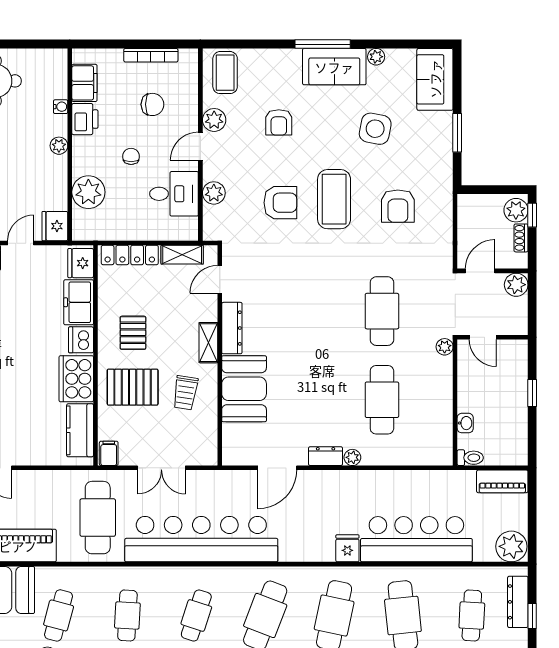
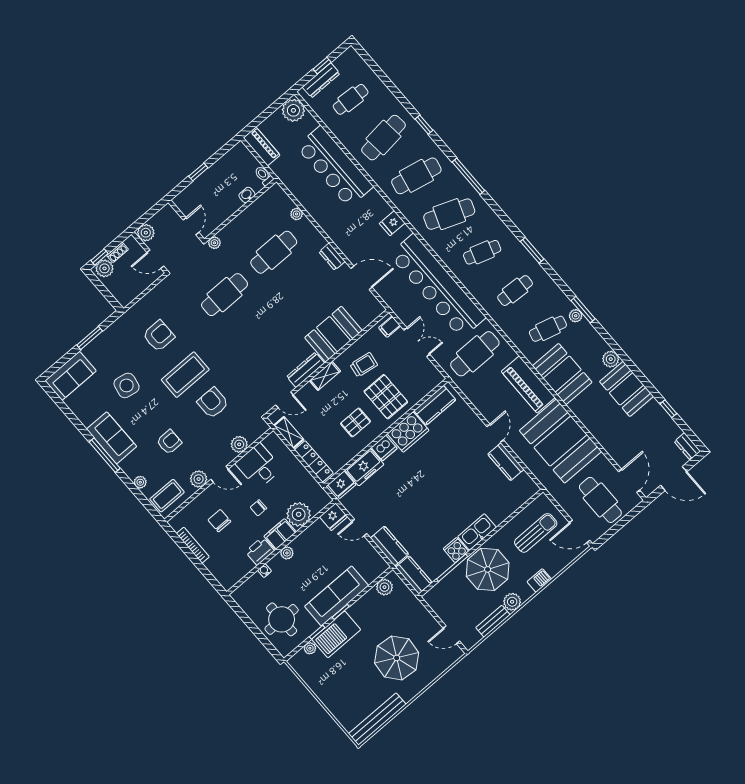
plant: (376, 57) -> (140, 482), moved
filing cabinet: (84, 83) -> (280, 534), moved
filing cabinet: (109, 453) -> (390, 327), moved
plant: (352, 457) -> (297, 214), moved
fridge: (347, 548) -> (392, 223), moved

